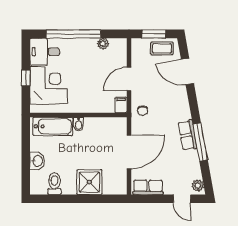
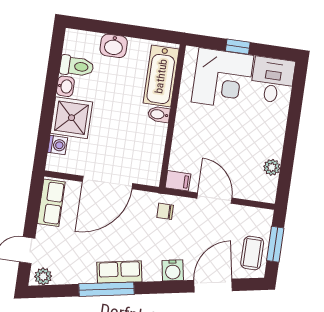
window: (73, 34) -> (293, 126), removed
water cooler: (181, 100) -> (173, 270), added
door: (129, 152) -> (107, 182), hinge flipped
washbasin: (69, 189) -> (65, 86), added
washing machine: (109, 189) -> (58, 145), added

